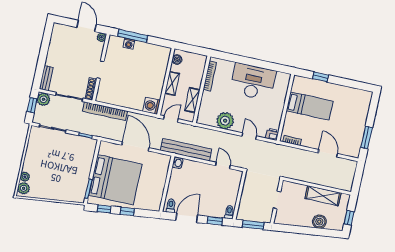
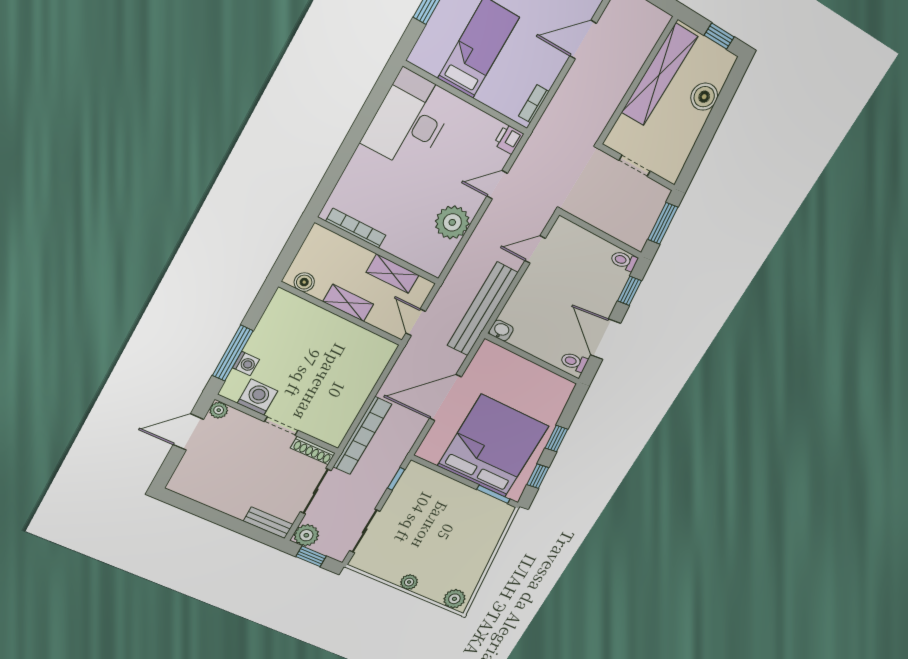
desk: (253, 82) -> (409, 120), moved
washing machine: (152, 106) -> (257, 397), moved, turned 180
plant: (25, 177) -> (409, 582), moved
shelving: (323, 196) -> (659, 75), width x1.47

